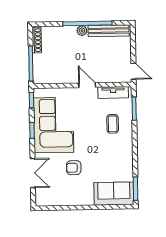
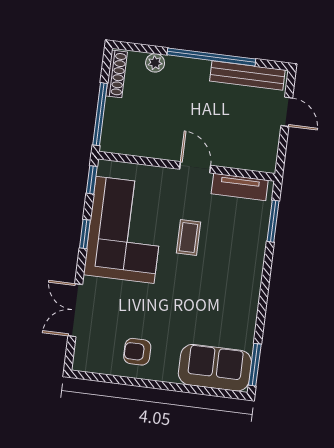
plant: (82, 31) -> (155, 63), moved
door: (133, 71) -> (287, 112), moved
coffee table: (113, 124) -> (189, 238), moved
armchair: (74, 168) -> (137, 352), moved
double door: (33, 173) -> (75, 310), swing flipped

